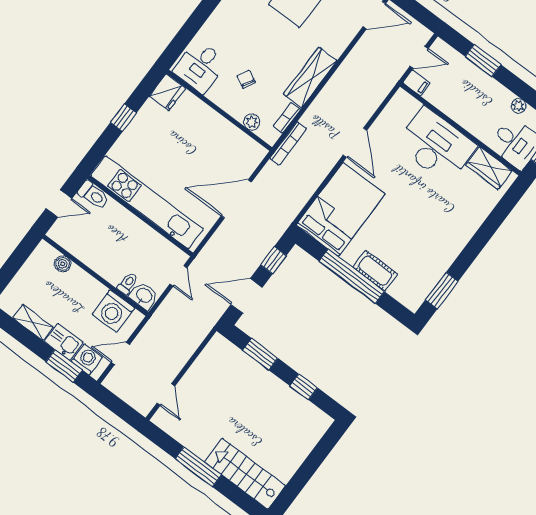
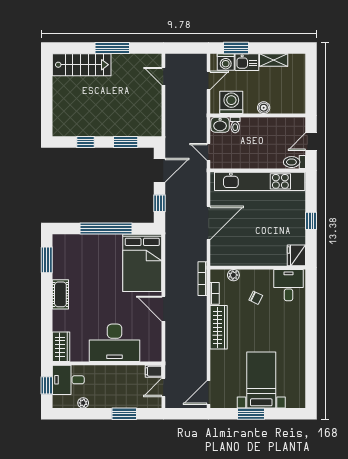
wardrobe: (489, 168) -> (61, 347), moved, turned 90
boiler: (63, 264) -> (264, 108), moved
cot: (375, 271) -> (60, 294), moved, turned 90

